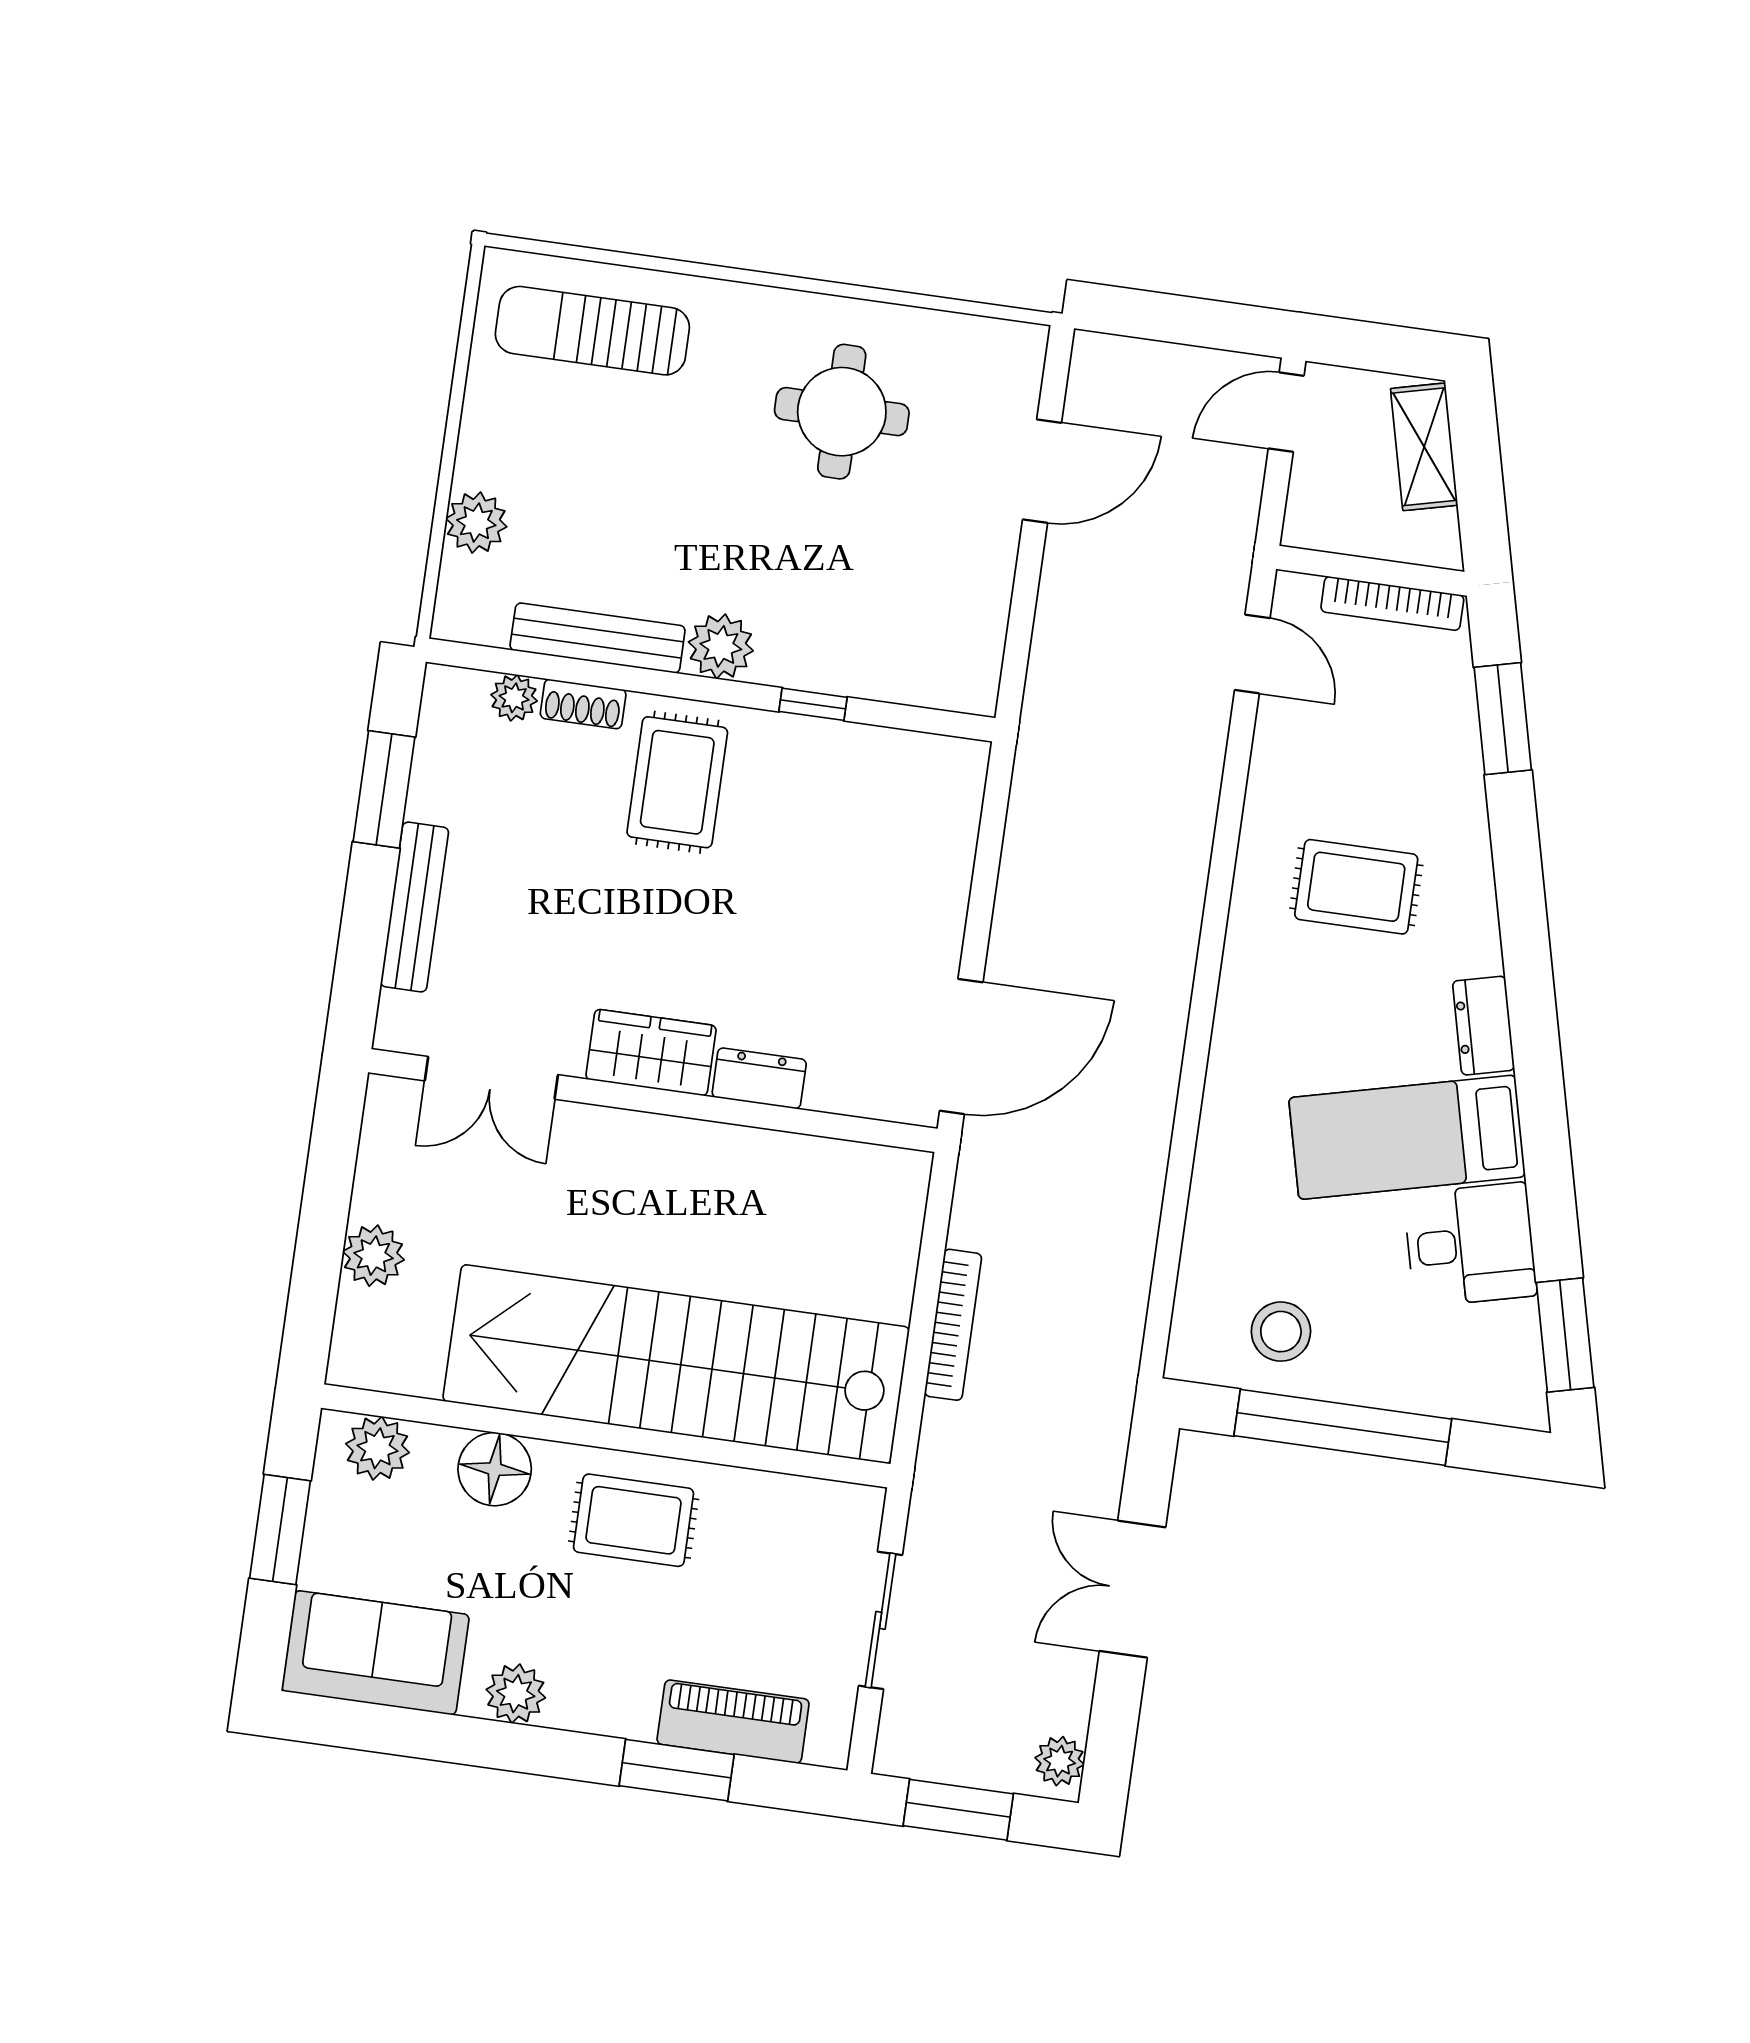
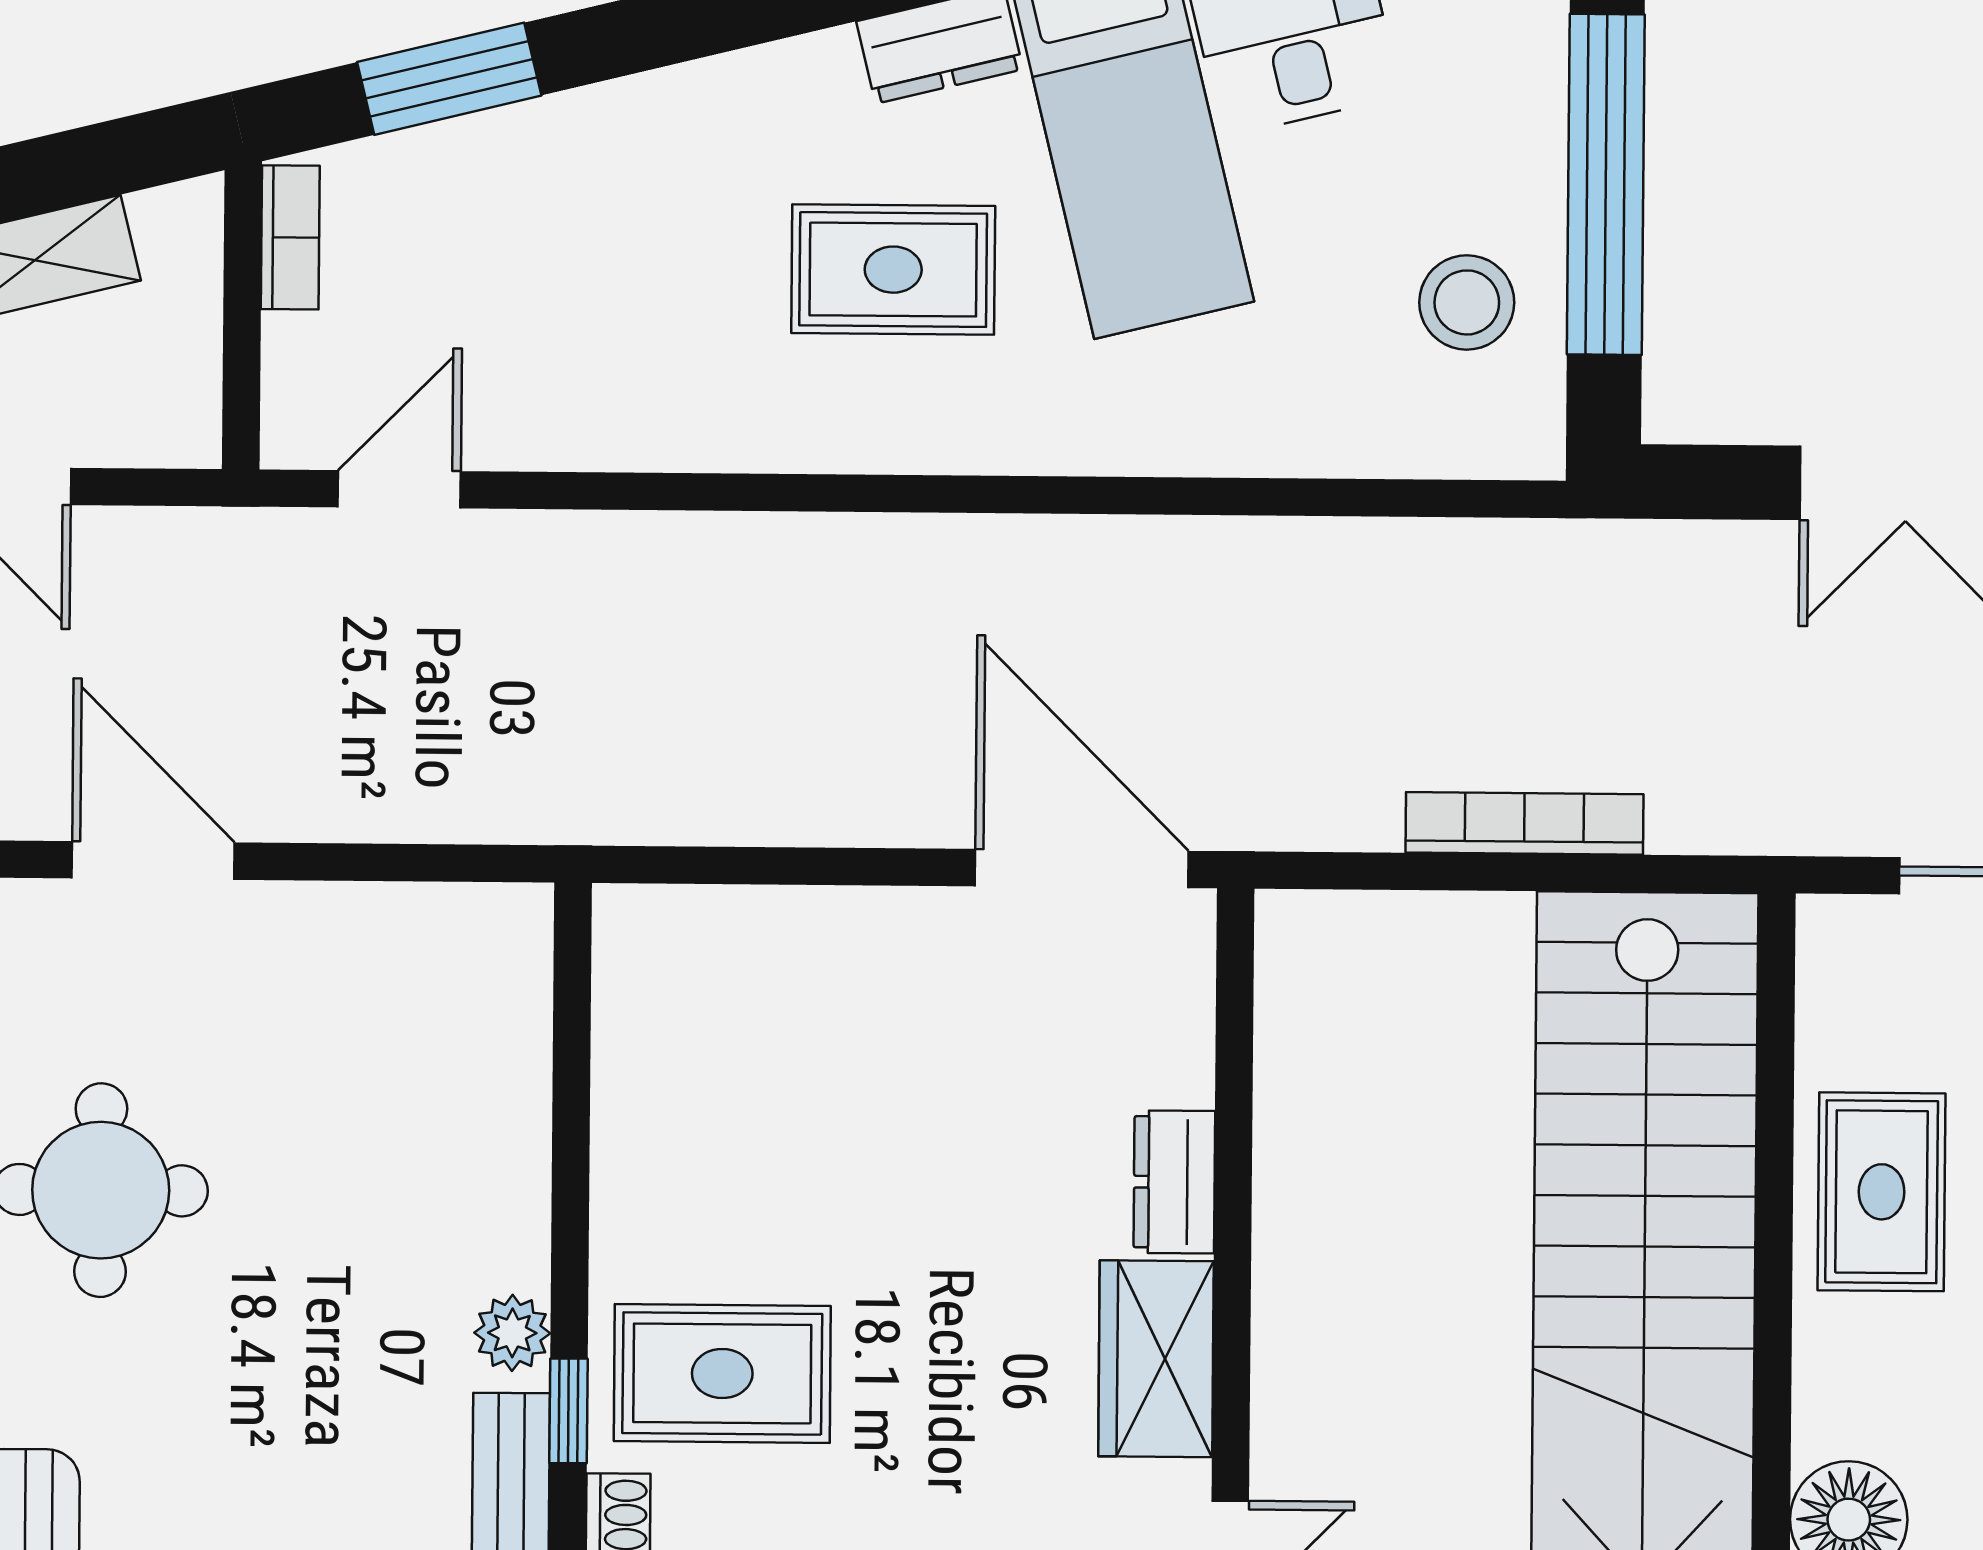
bookcase: (1392, 603) -> (290, 237), width x0.64
plant: (721, 646) -> (512, 1333), width x0.73, depth x0.73
window: (813, 704) -> (568, 1411), moved
rug: (1356, 887) -> (893, 270), moved, turned 90
rug: (634, 1520) -> (1882, 1192), moved

